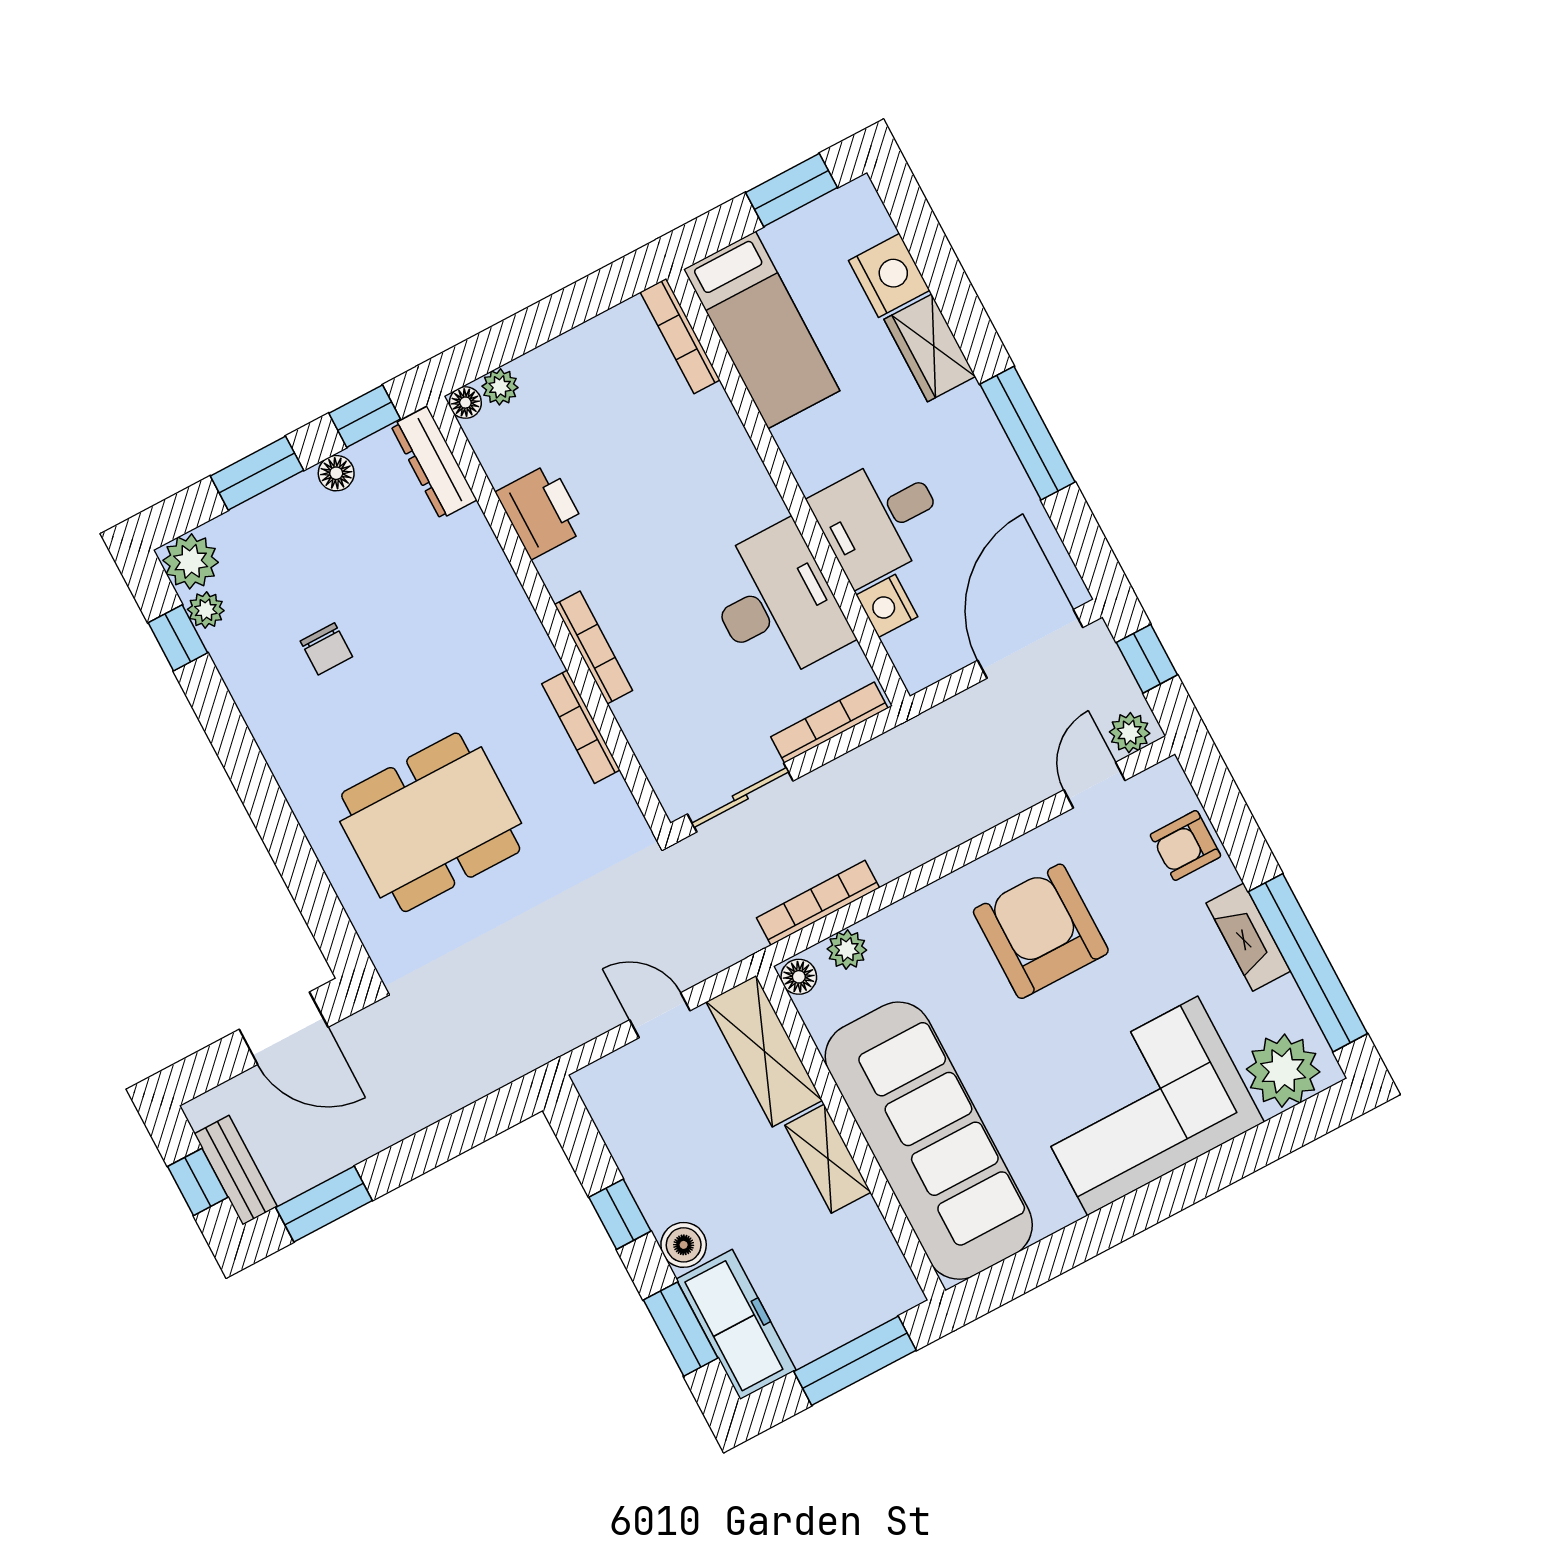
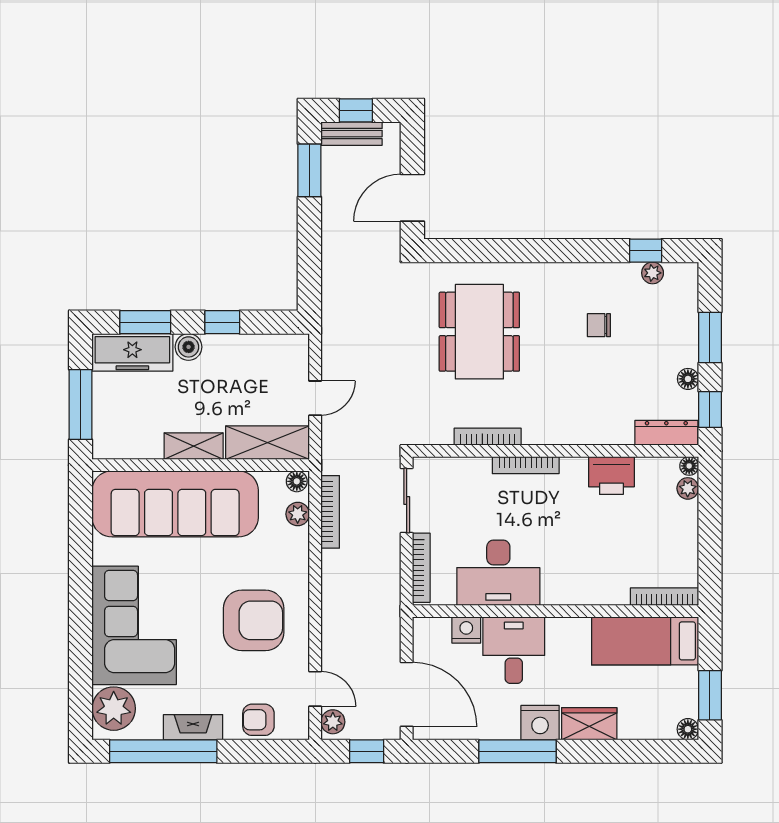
floor lamp: (860, 196) -> (688, 729), added
nightstand: (889, 275) -> (540, 723), moved
plant: (191, 561) -> (682, 278), removed
armchair: (1185, 845) -> (258, 720), turned -90

